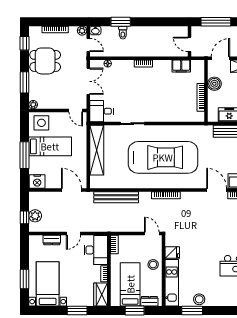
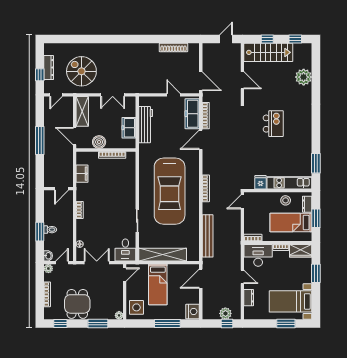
wall: (190, 41) -> (59, 189), moved
door: (190, 44) -> (62, 189), moved
bed: (50, 146) -> (158, 284), moved, turned 180
car: (163, 157) -> (170, 191), turned 180
stool: (153, 264) -> (286, 200), moved
stool: (199, 299) -> (305, 156), removed

